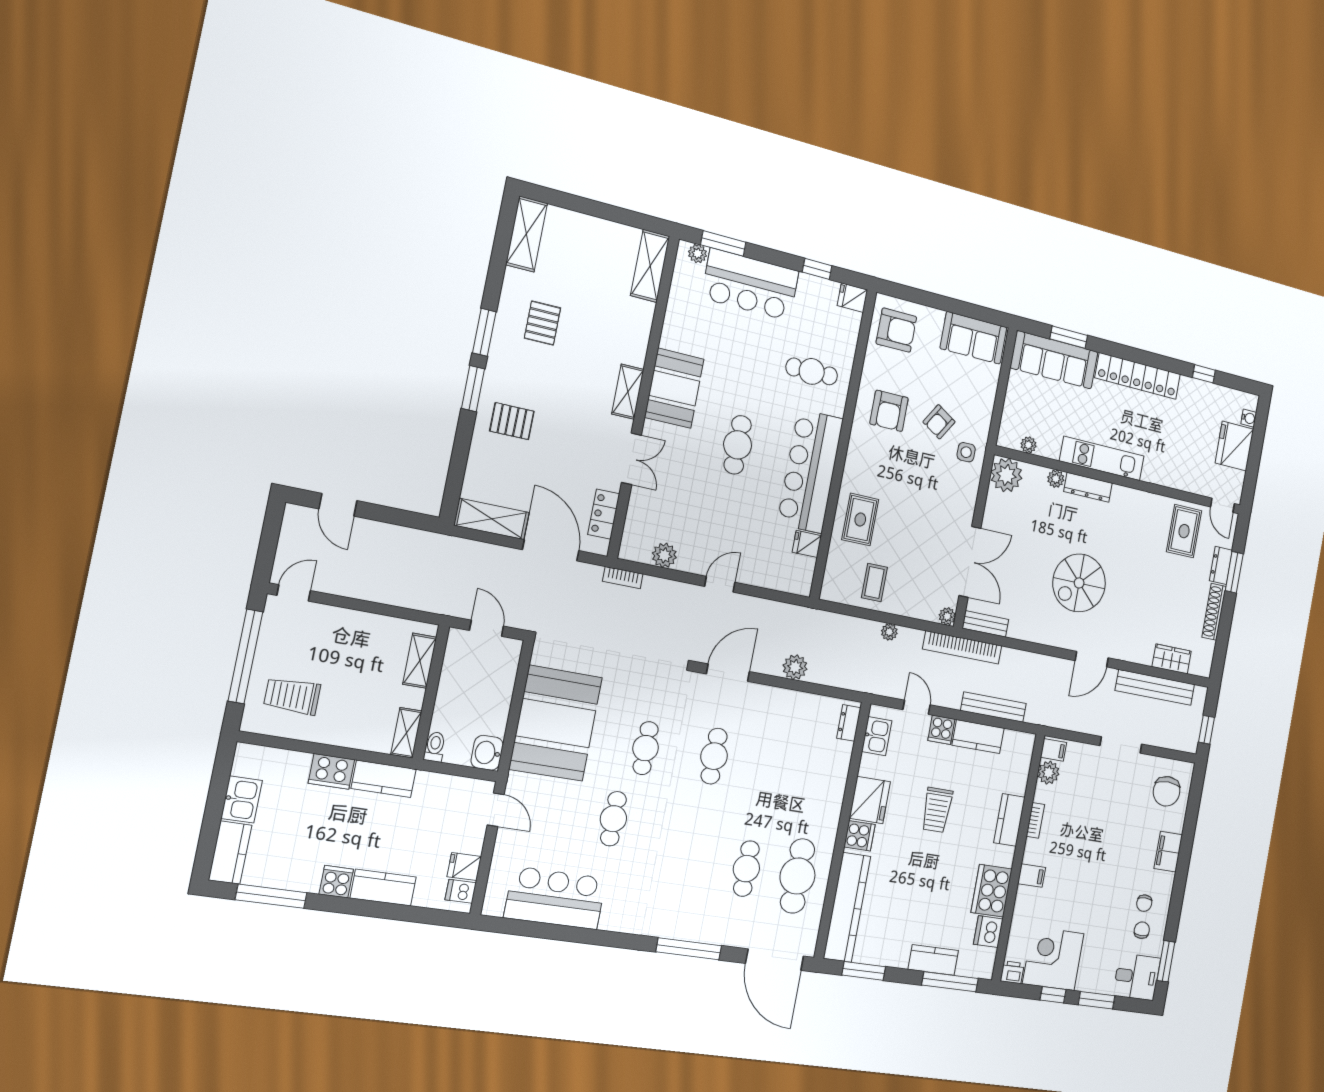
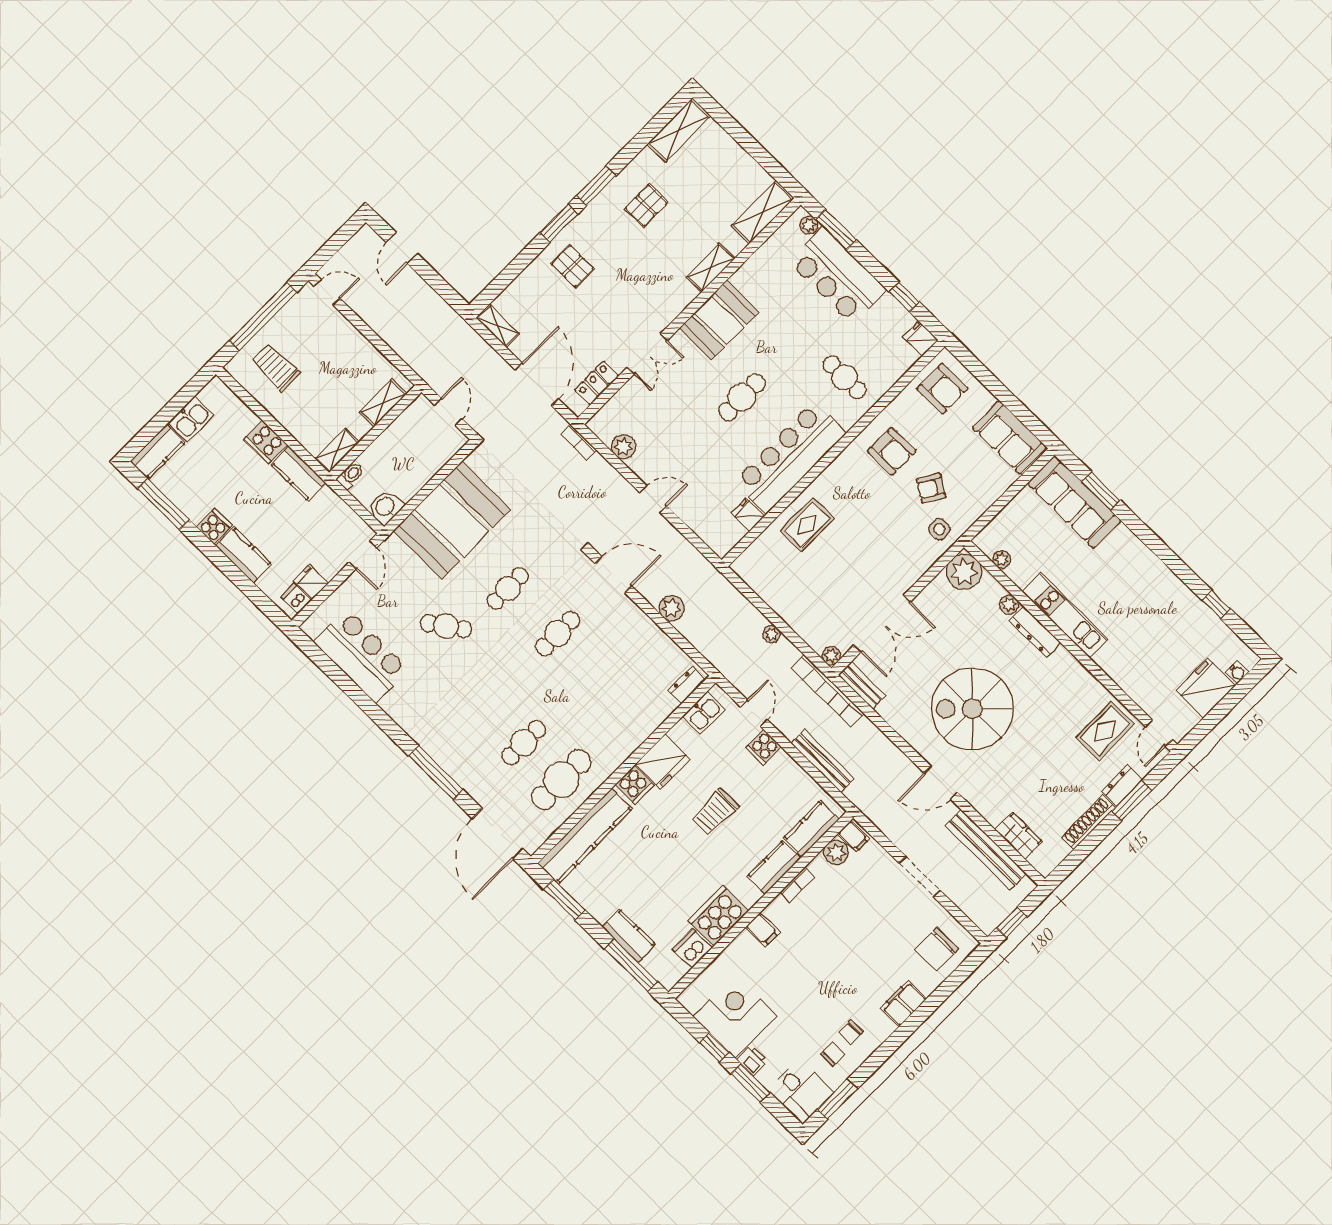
locker: (1138, 376) -> (1148, 566), removed
shelving: (628, 392) -> (711, 268), moved
armchair: (889, 411) -> (892, 451), turned -90
shelving: (492, 519) -> (498, 326), width x0.67, depth x0.75
coffee table: (874, 582) -> (785, 585), removed
spiral stairs: (1079, 583) -> (972, 709), width x1.37, depth x1.37
kitchen counter: (978, 737) -> (811, 829), moved, turned 90
cafe table: (613, 819) -> (446, 626), turned 55
printer: (1012, 972) -> (752, 1060), moved

